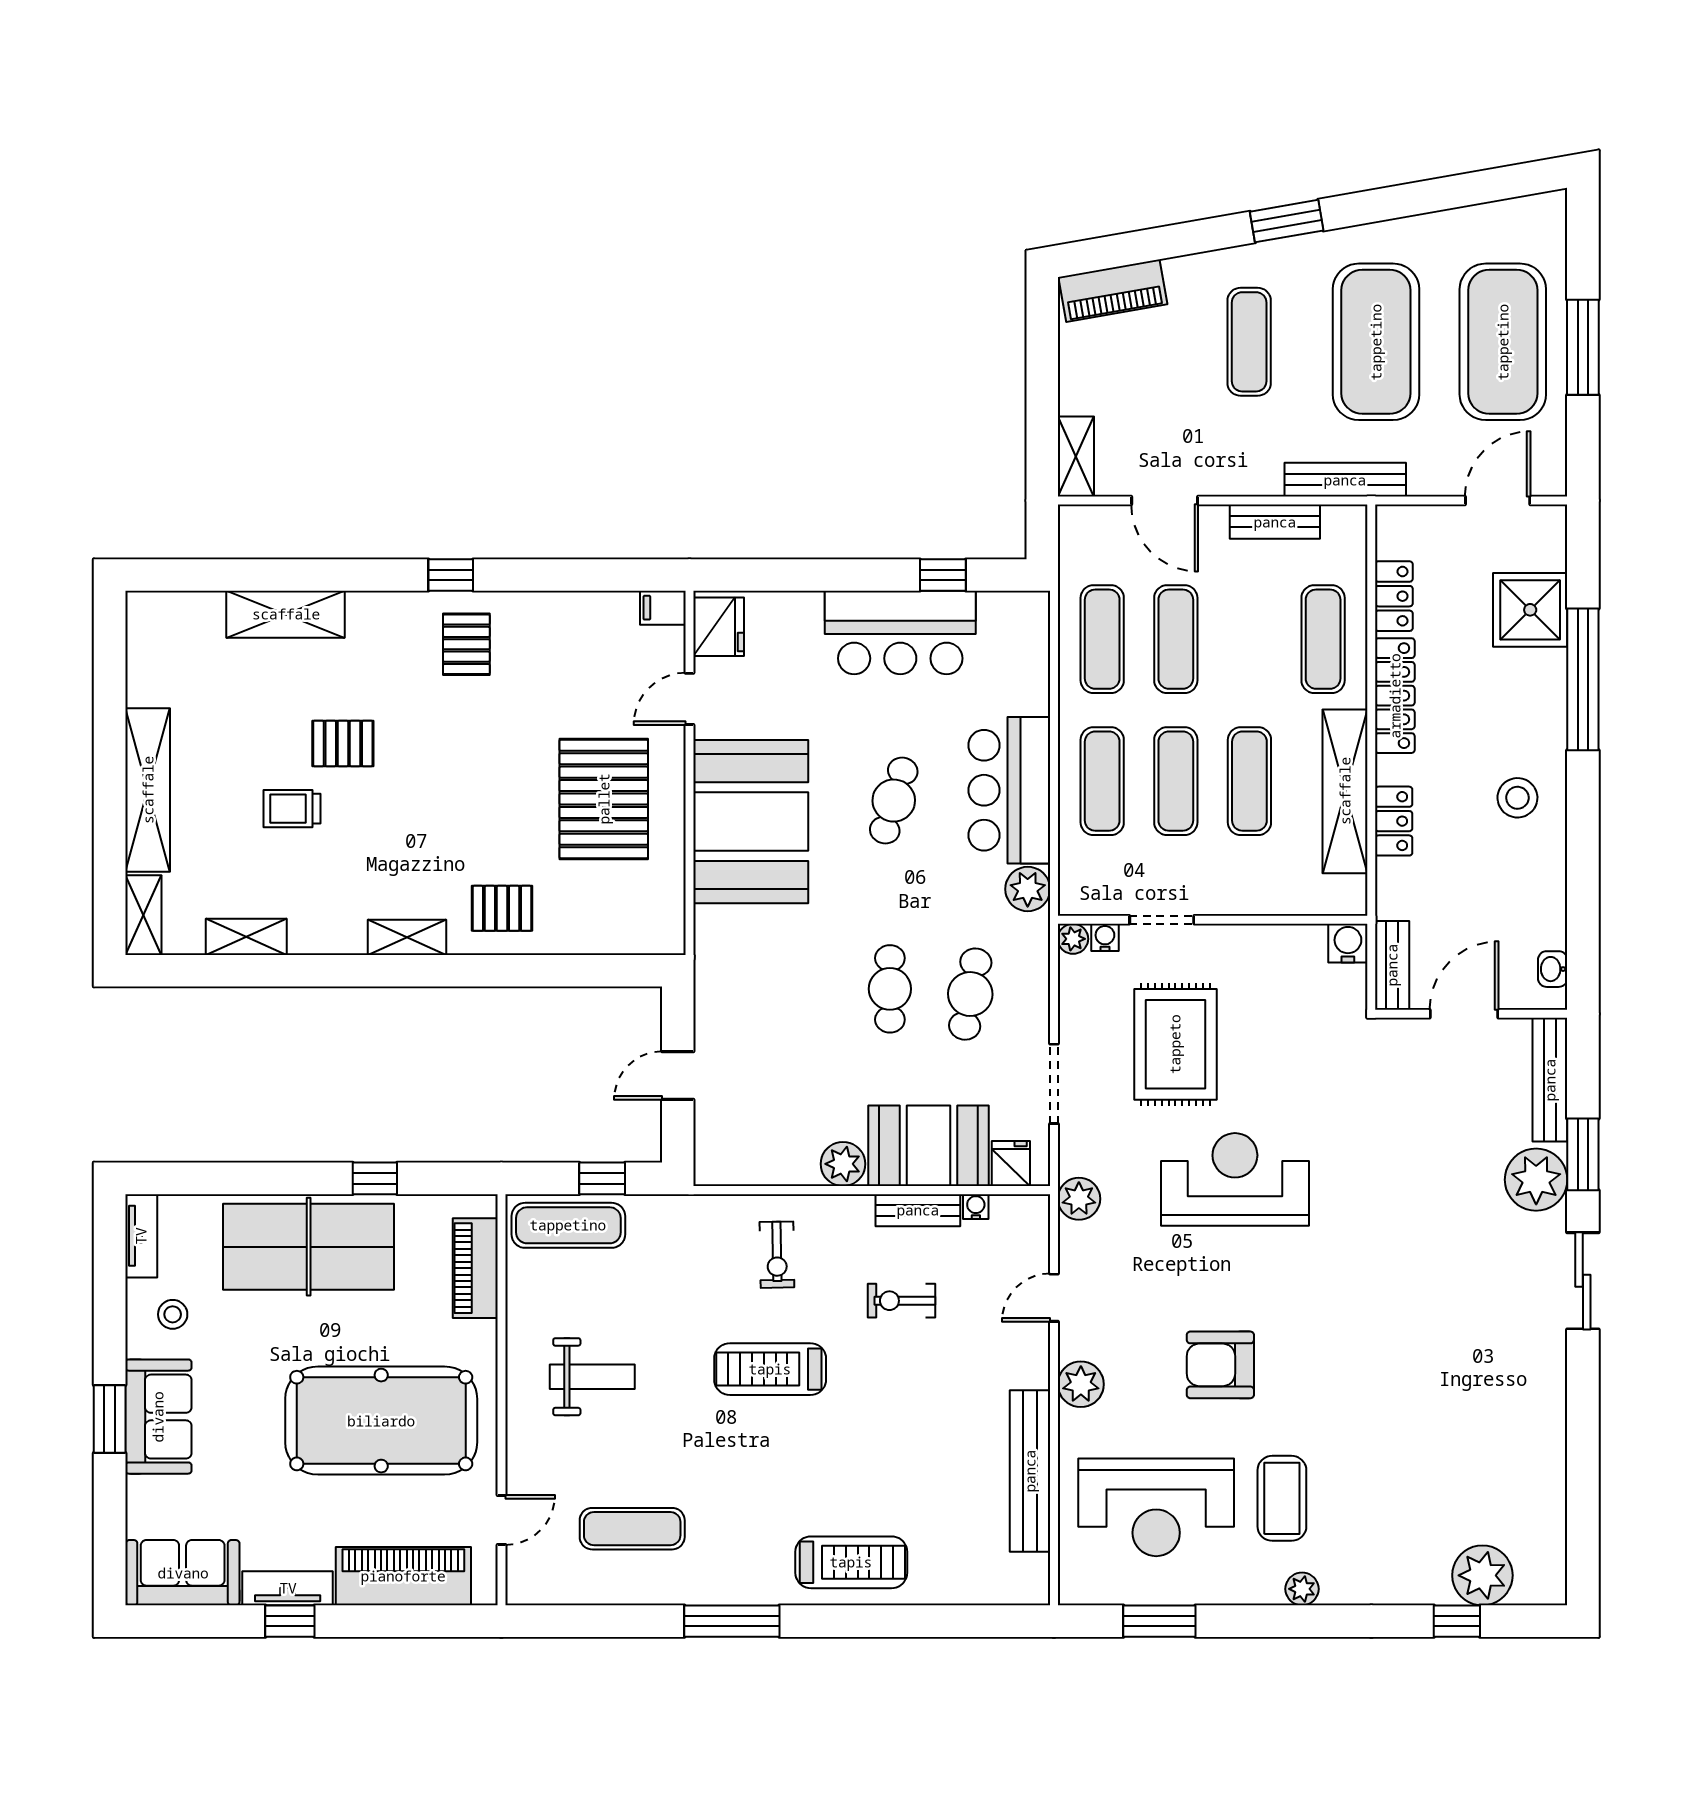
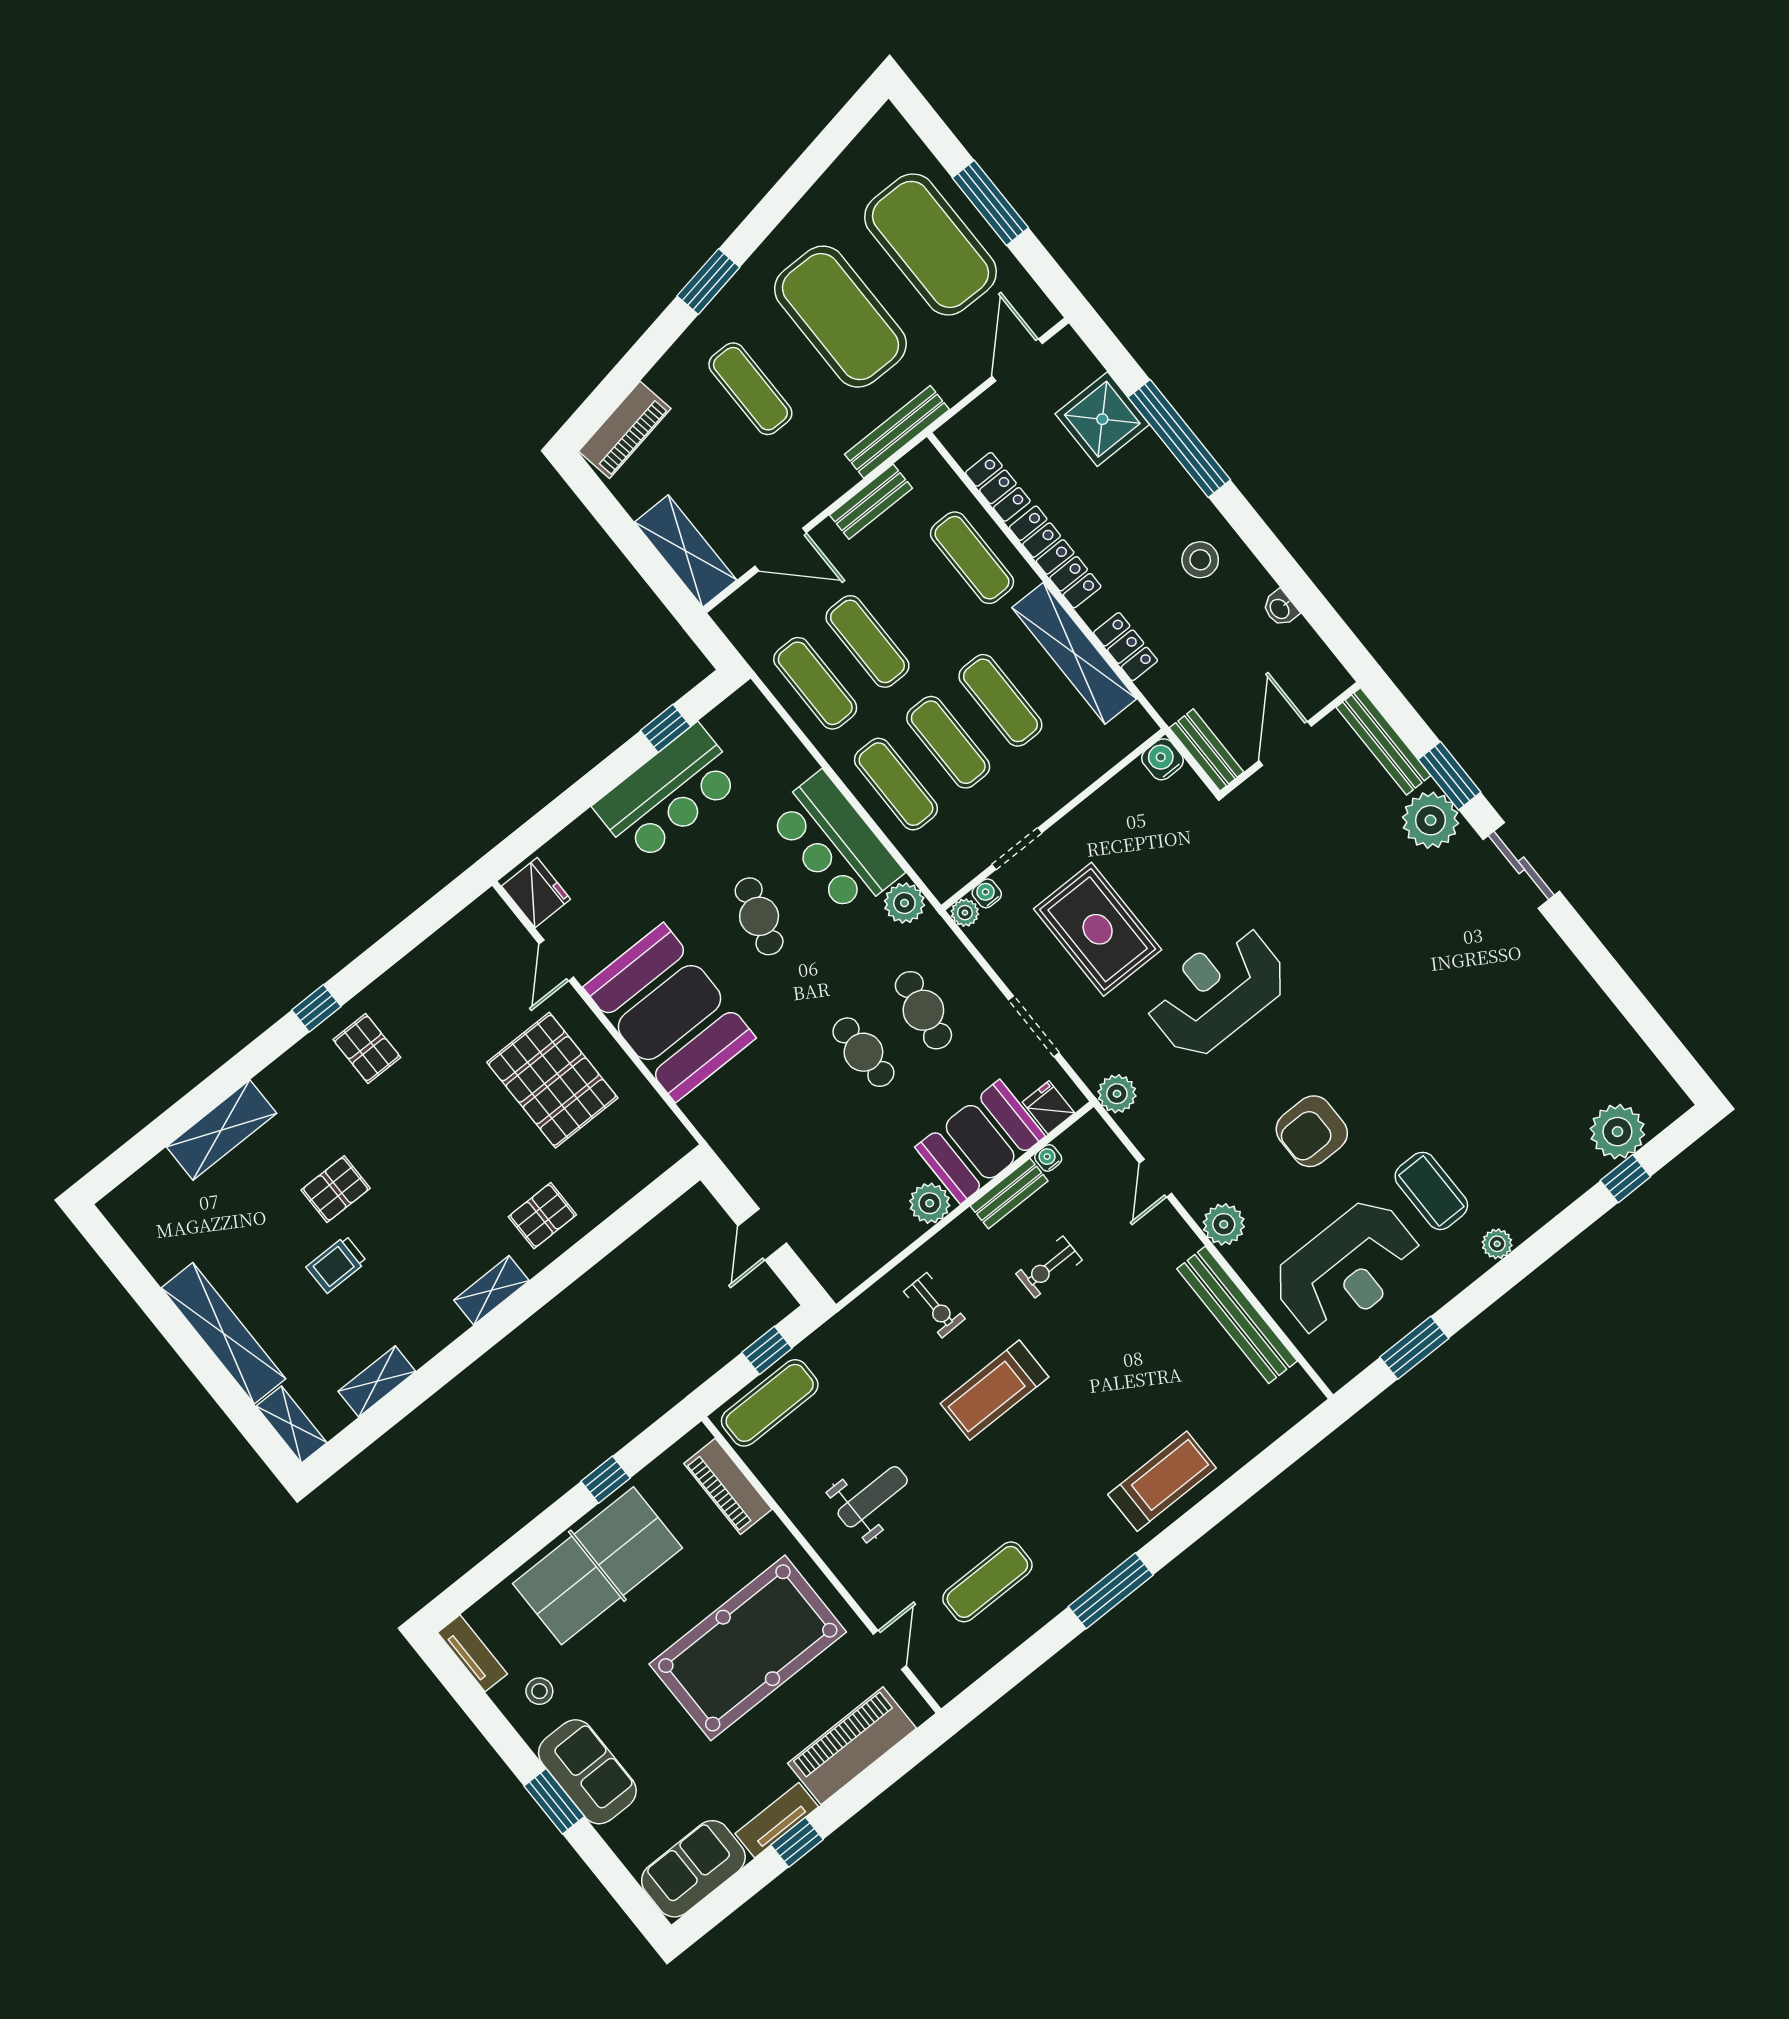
shelving: (1076, 457) -> (686, 551), width x1.50, depth x1.33
filing cabinet: (663, 608) -> (486, 911), removed
washbasin: (1553, 969) -> (1280, 608), moved

